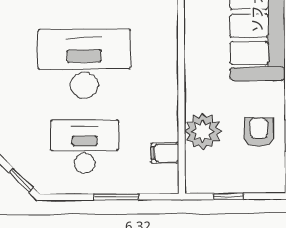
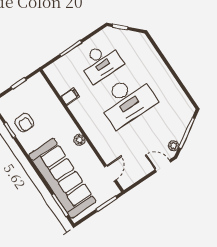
plant: (203, 131) -> (79, 140), moved, width x0.53, depth x0.53
filing cabinet: (165, 153) -> (70, 97), moved

